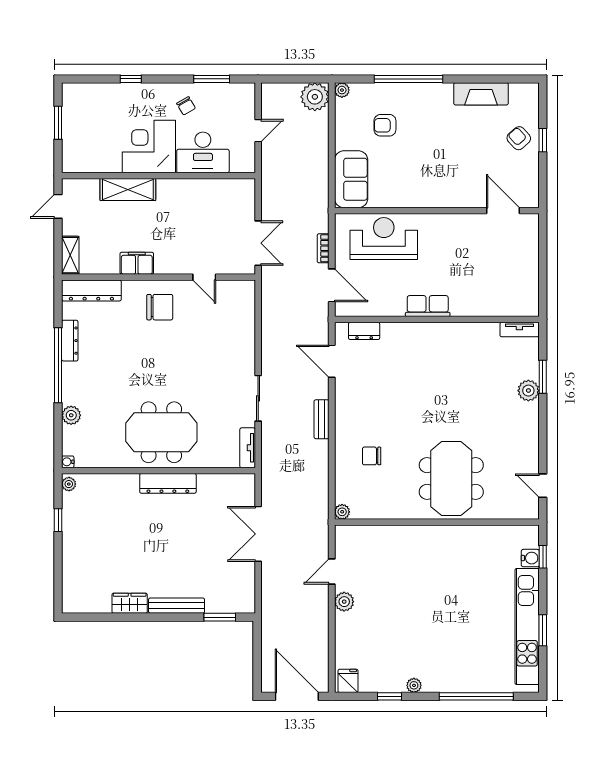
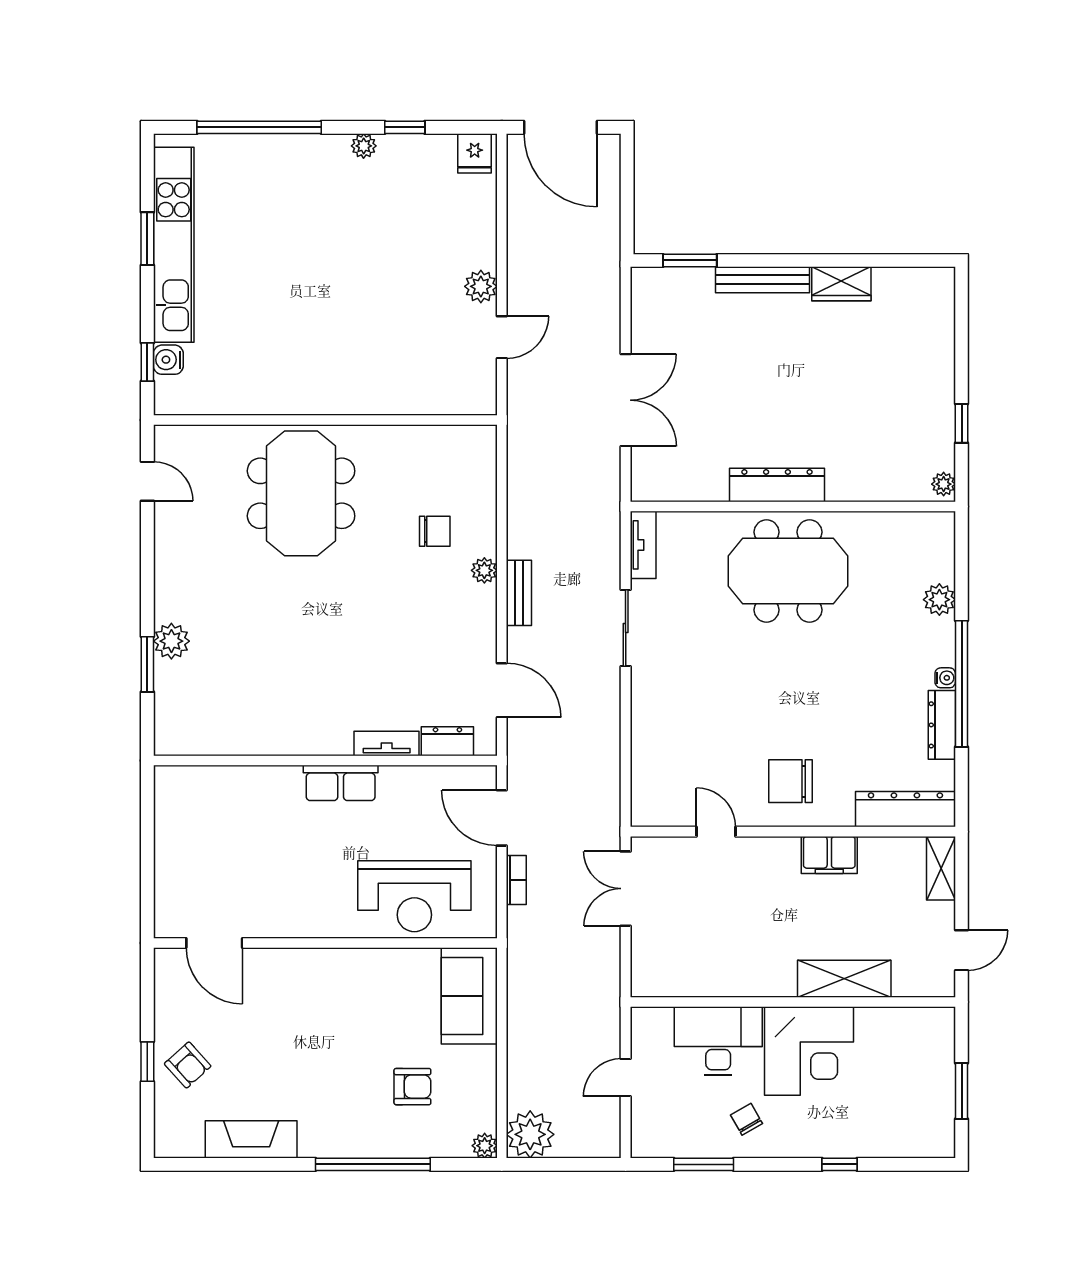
tv unit: (519, 330) -> (387, 743), moved
water cooler: (68, 462) -> (945, 678), moved
plant: (342, 512) -> (484, 570), moved

